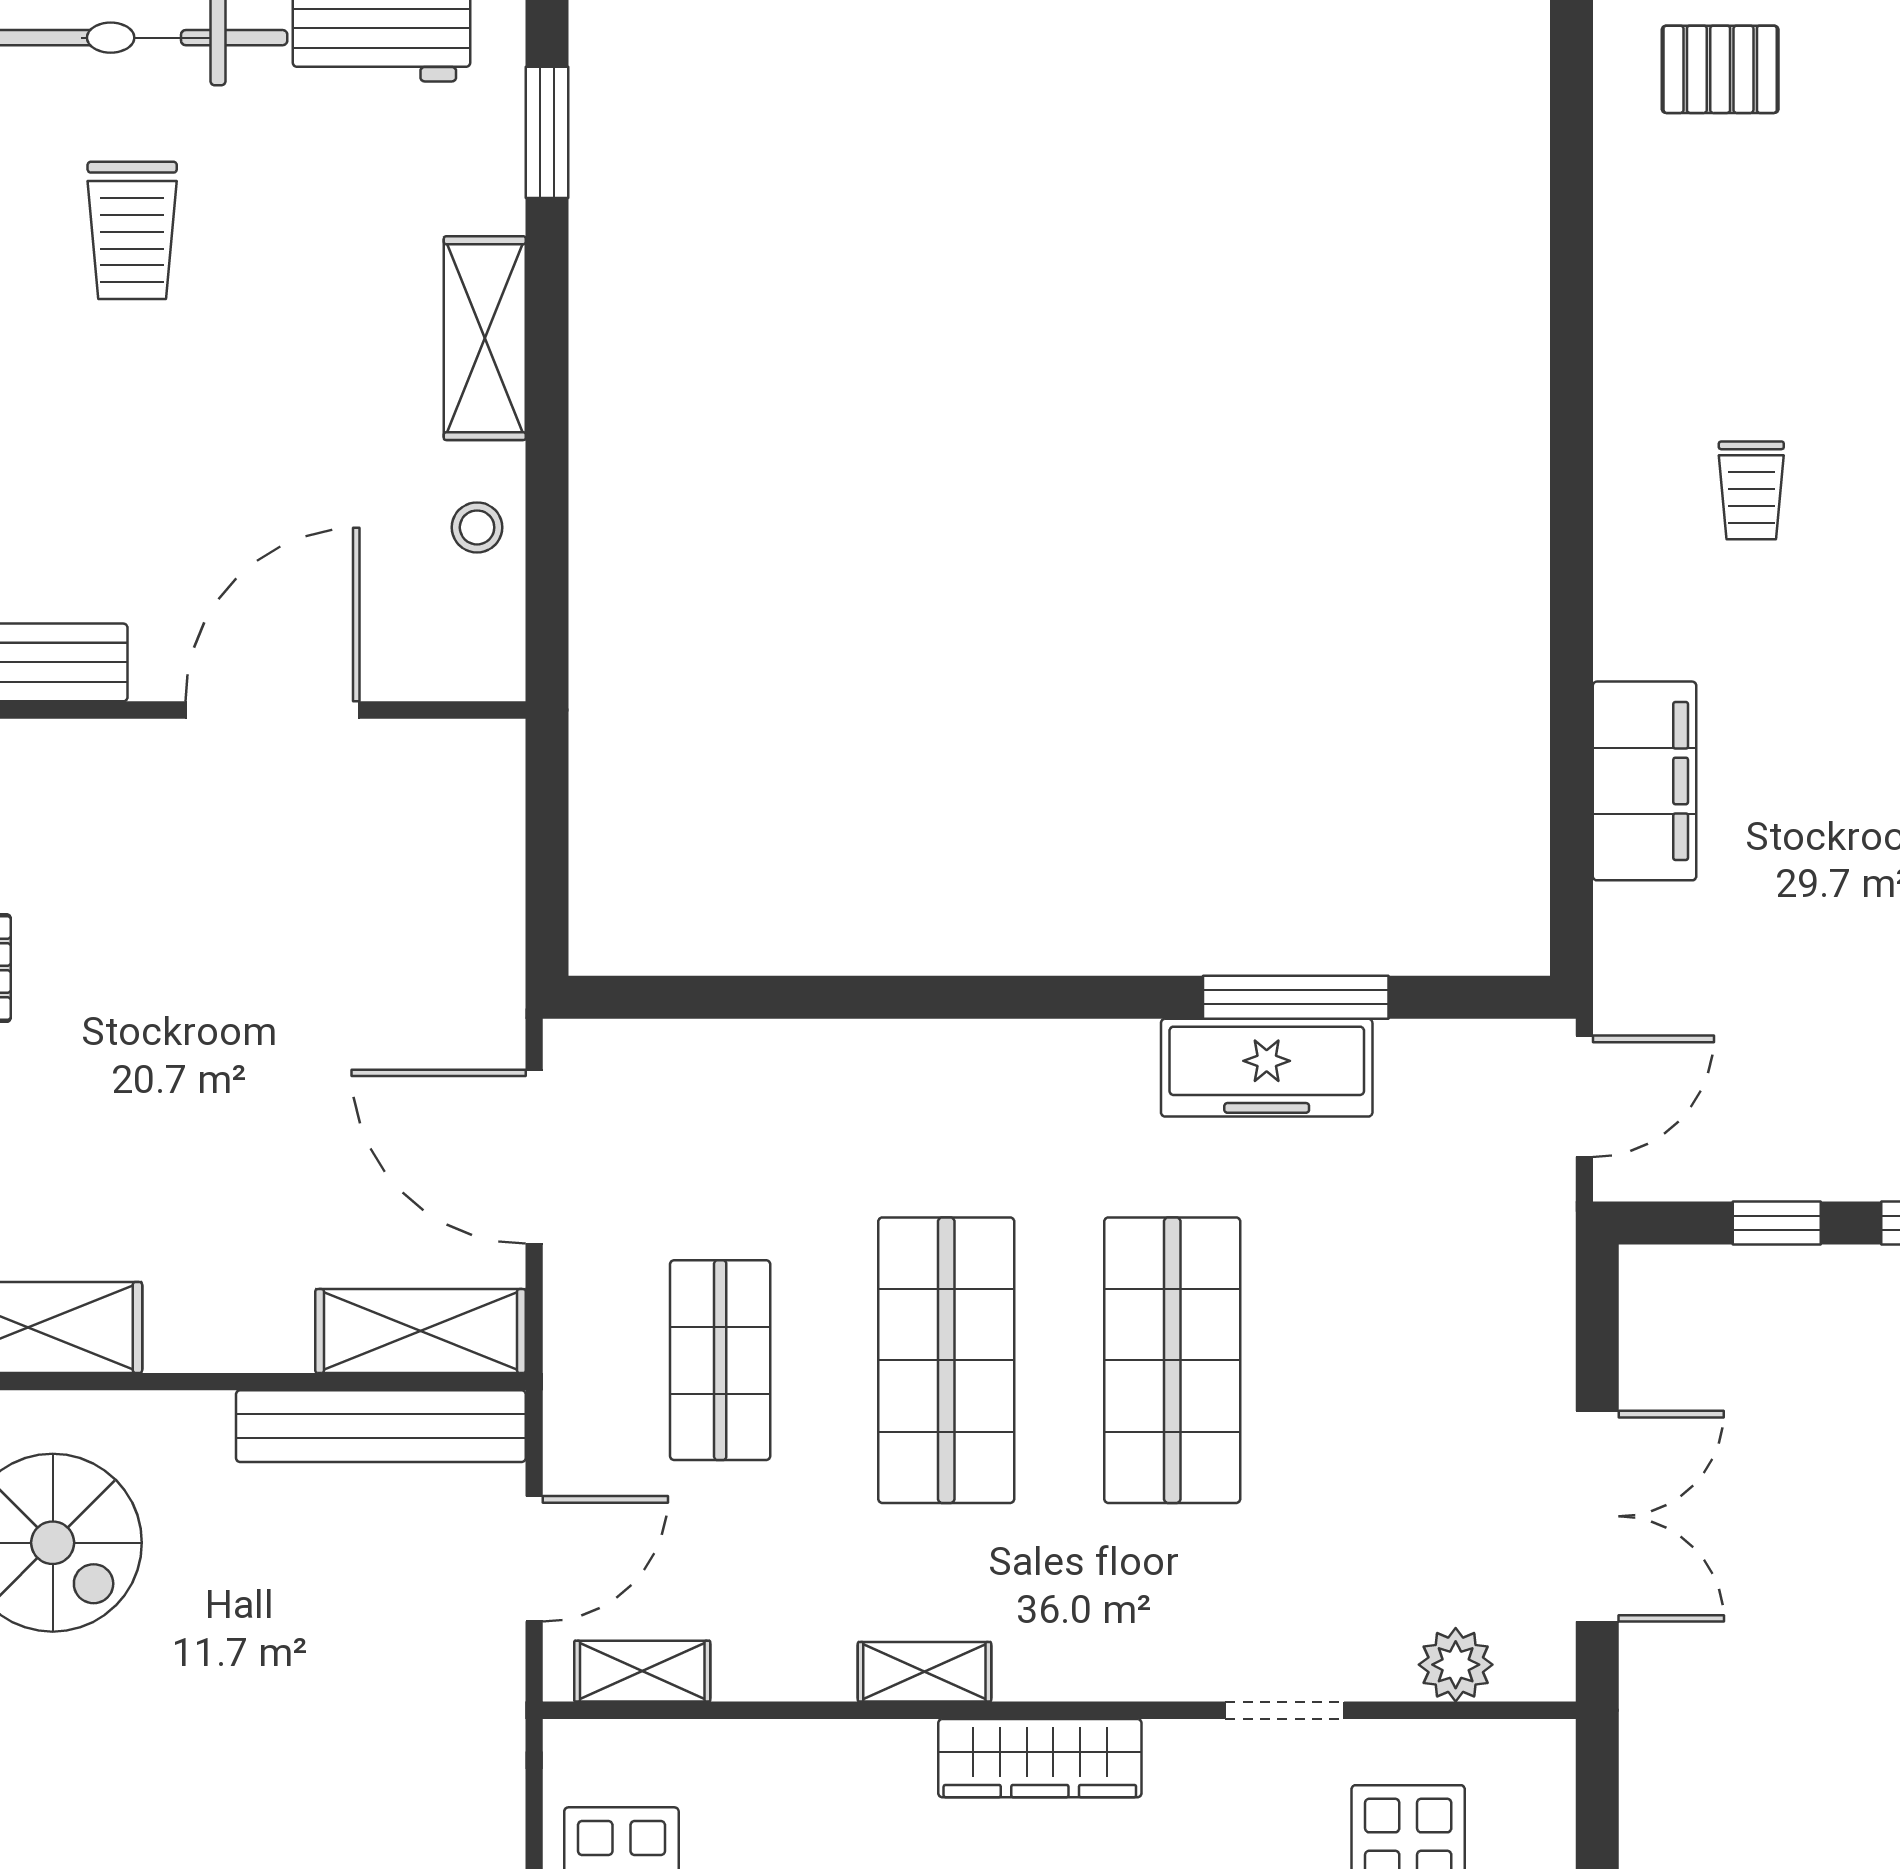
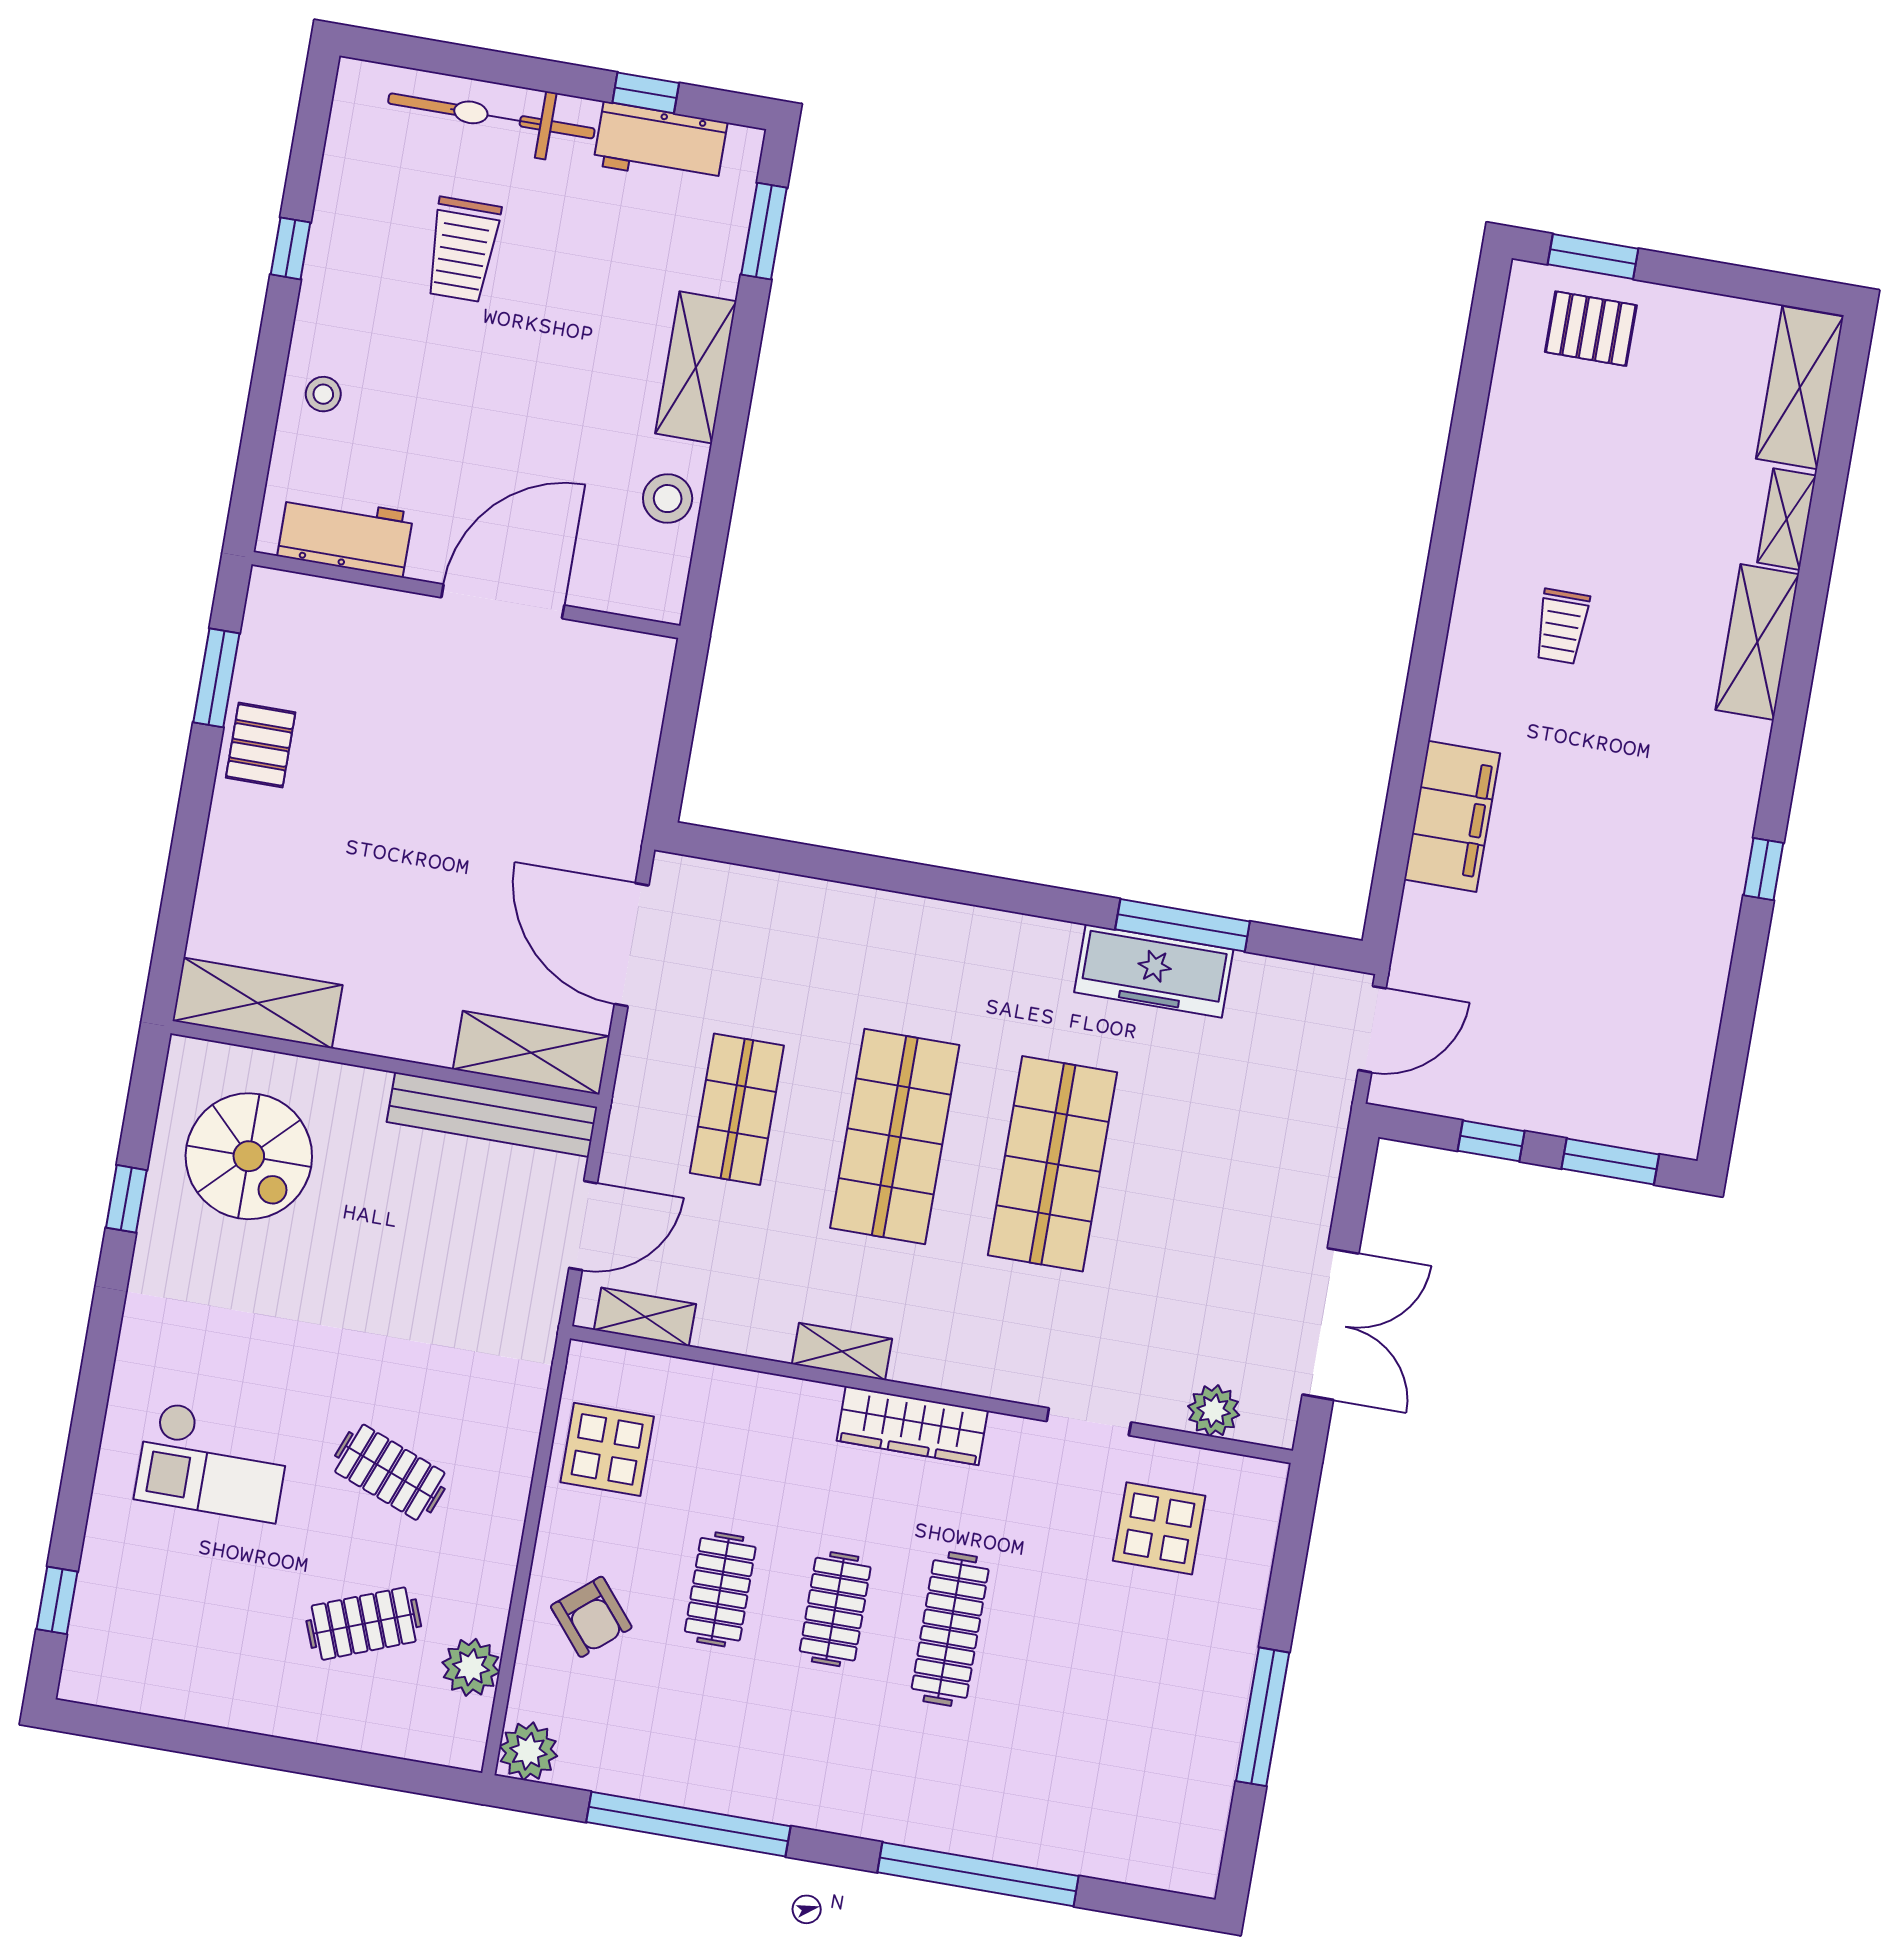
stool: (477, 527) -> (668, 499), width x1.37, depth x1.37

